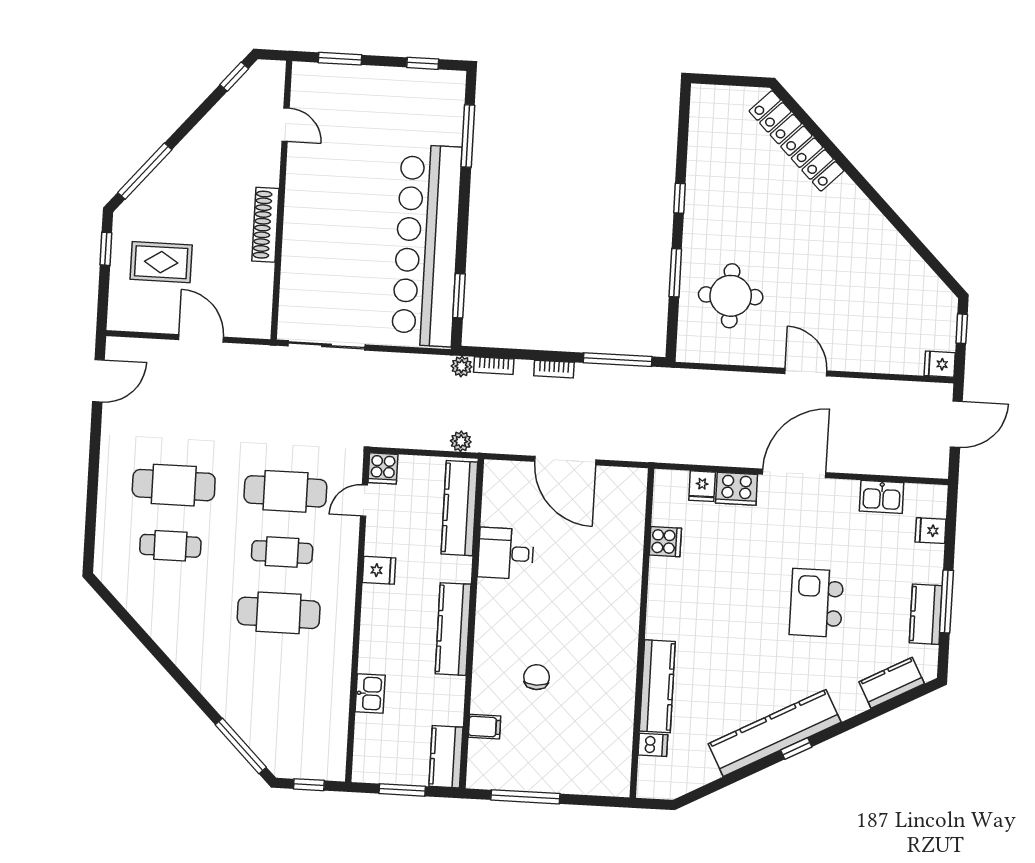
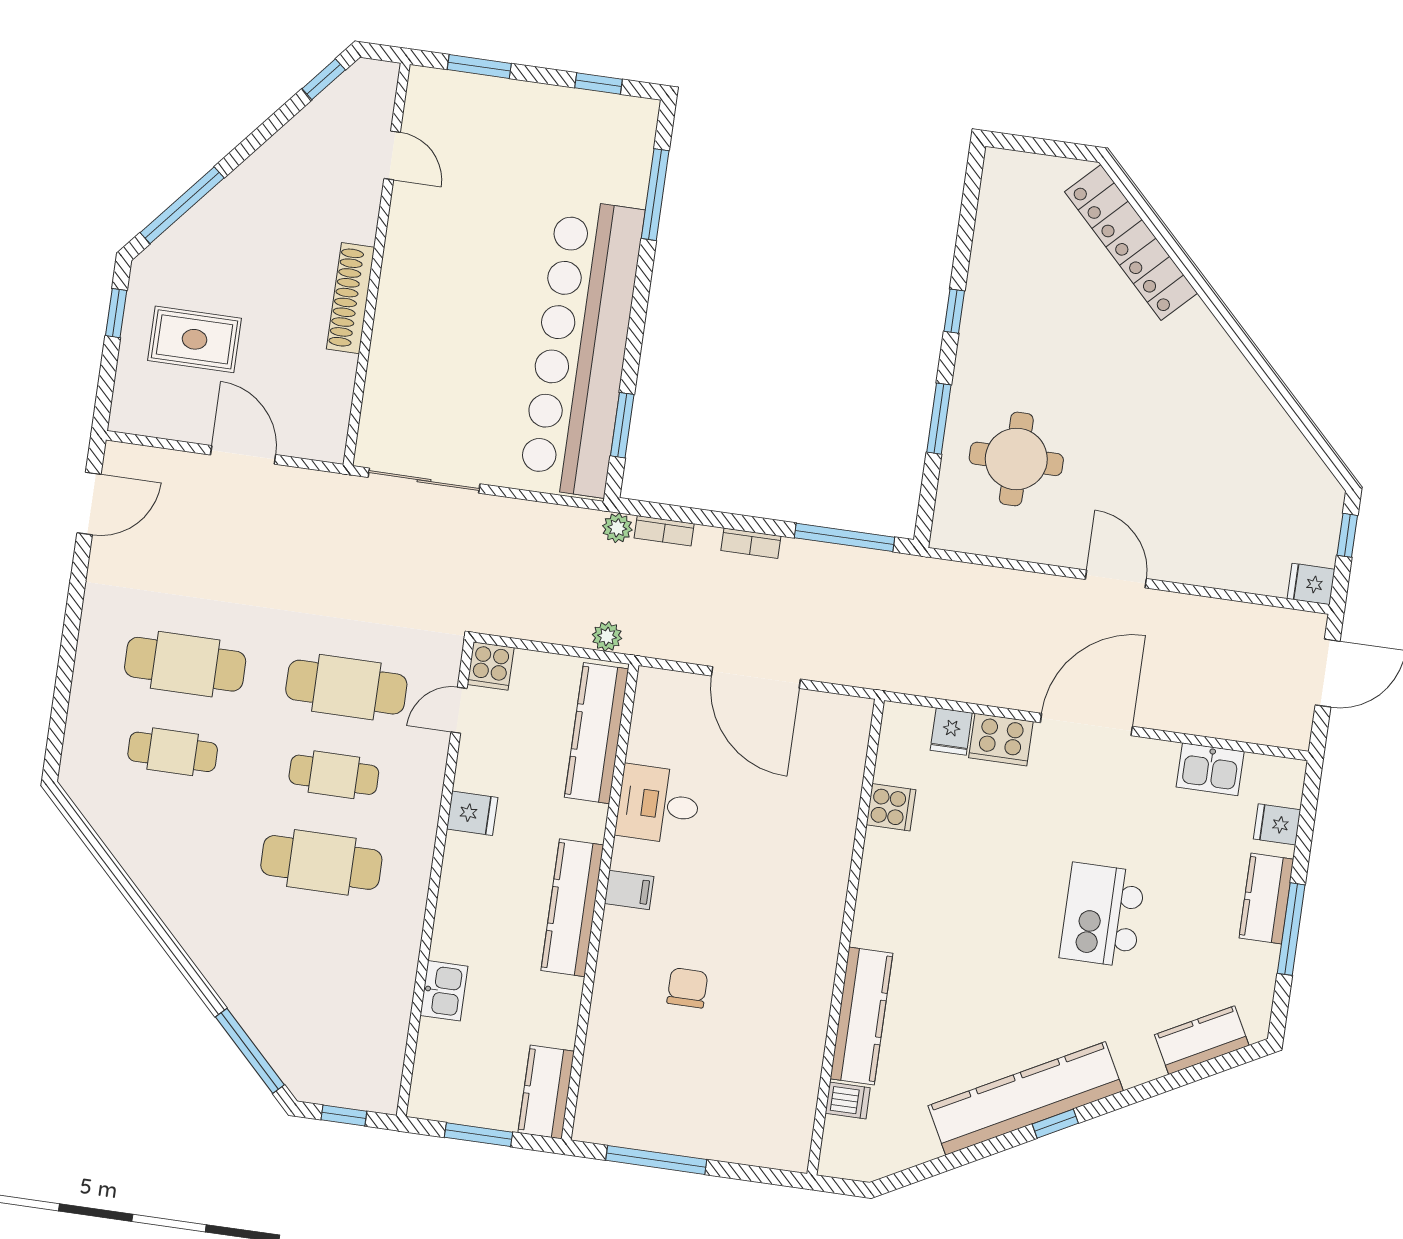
kitchen counter: (926, 614) -> (1266, 899), moved
filing cabinet: (485, 727) -> (629, 890), moved

